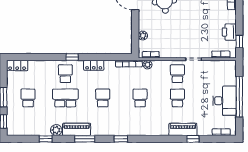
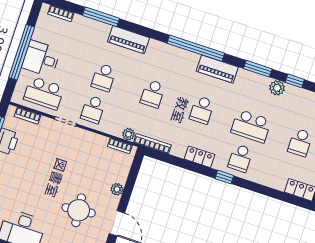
plant: (143, 36) -> (117, 189), moved
school desk: (215, 74) -> (44, 93), added
desk: (225, 101) -> (41, 59), width x0.73
piano: (77, 129) -> (217, 69), moved
piano: (183, 129) -> (129, 40), moved
window: (85, 139) -> (258, 69), moved
window: (121, 139) -> (196, 48), width x3.17
window: (193, 139) -> (101, 17), width x2.17

